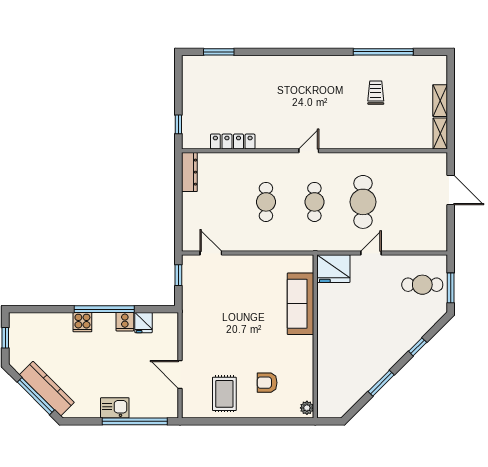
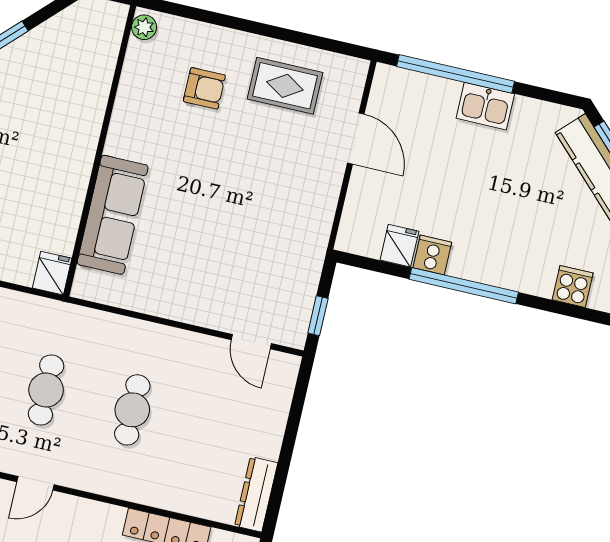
fridge: (333, 269) -> (52, 273), width x0.53, depth x0.75
cooker: (82, 322) -> (573, 286), moved
rug: (224, 394) -> (285, 86), turned 90

